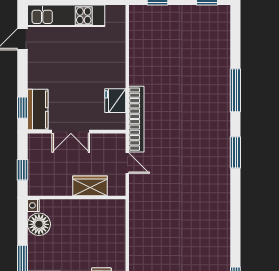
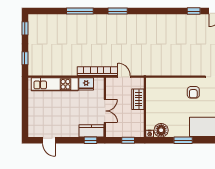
kitchen unit: (66, 16) -> (55, 84), moved, turned 90
door: (127, 163) -> (124, 77), hinge flipped

